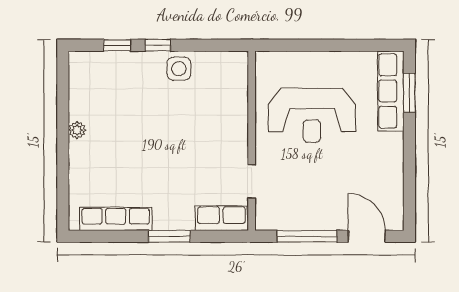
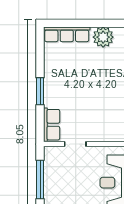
plant: (77, 130) -> (103, 37), width x1.88, depth x1.88
row of seats: (116, 219) -> (67, 34), moved, turned 90

